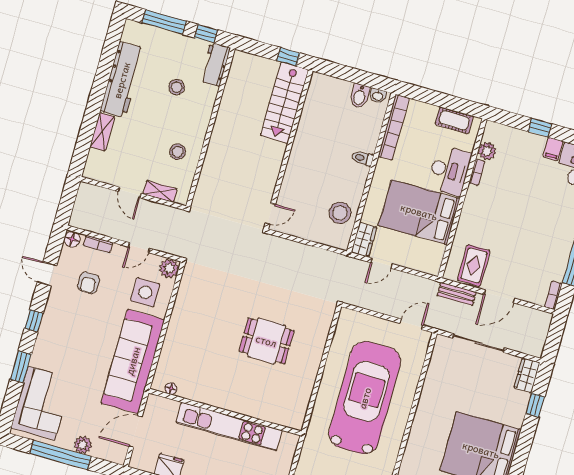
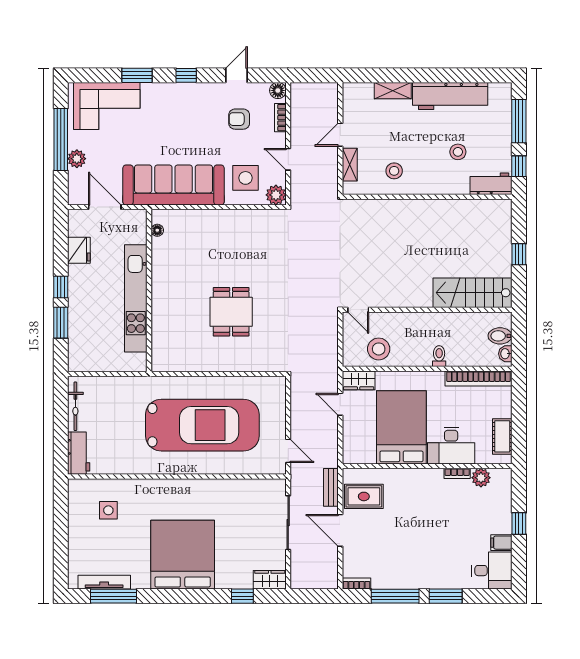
stairs: (284, 103) -> (473, 293), moved
wall: (288, 149) -> (427, 310), moved
door: (270, 214) -> (358, 310), moved

